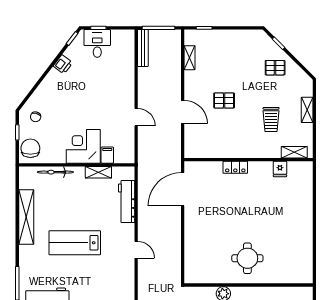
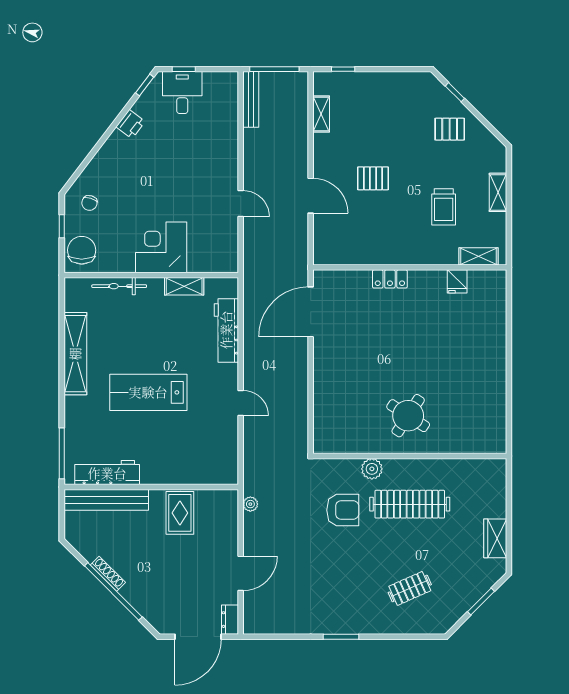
filing cabinet: (107, 155) -> (197, 261), removed
round table: (247, 258) -> (408, 416), turned 33

